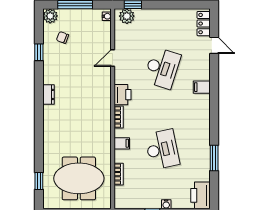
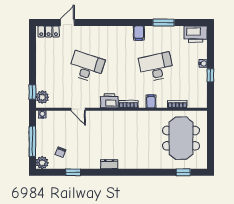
filing cabinet: (202, 87) -> (139, 33), moved

